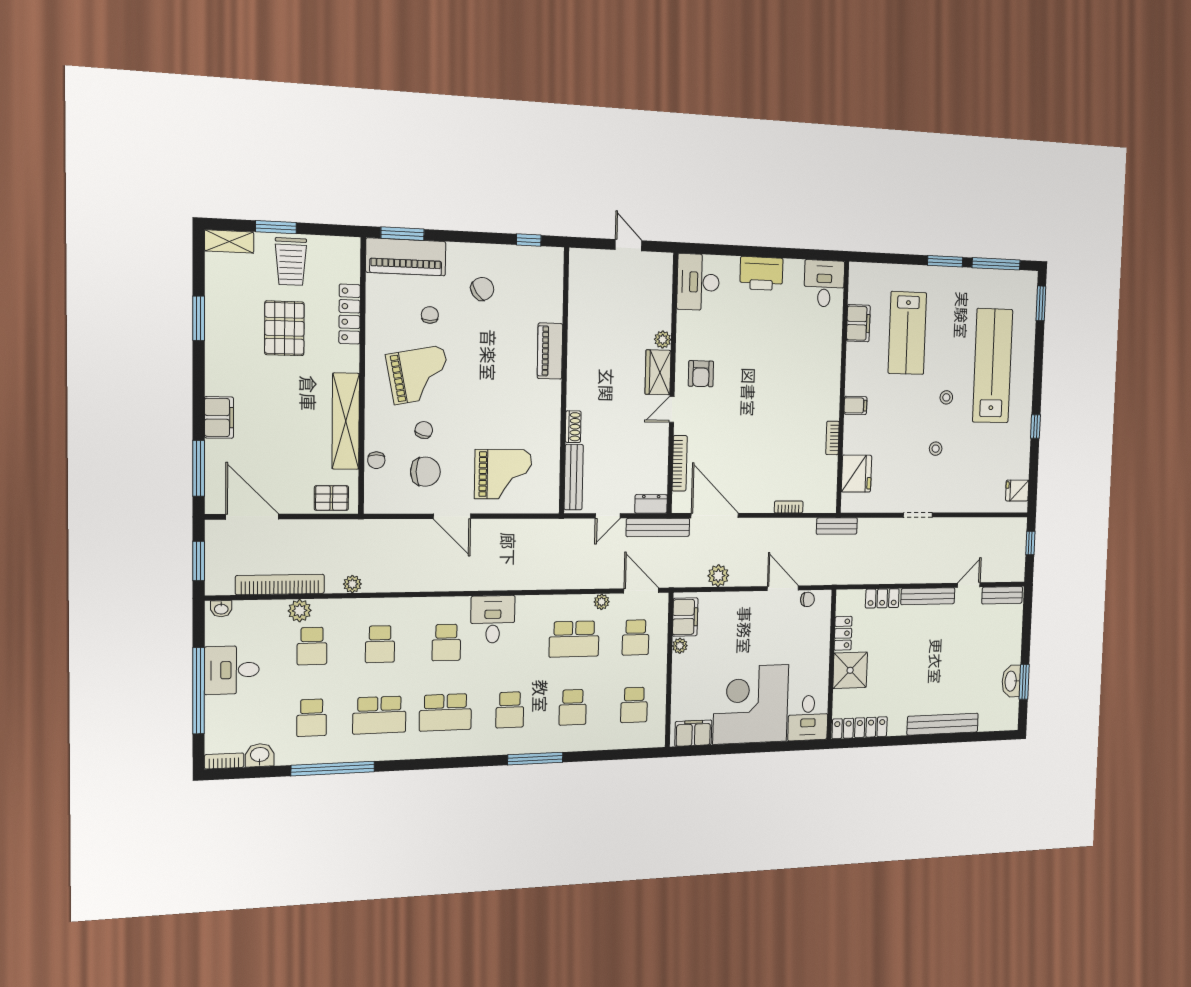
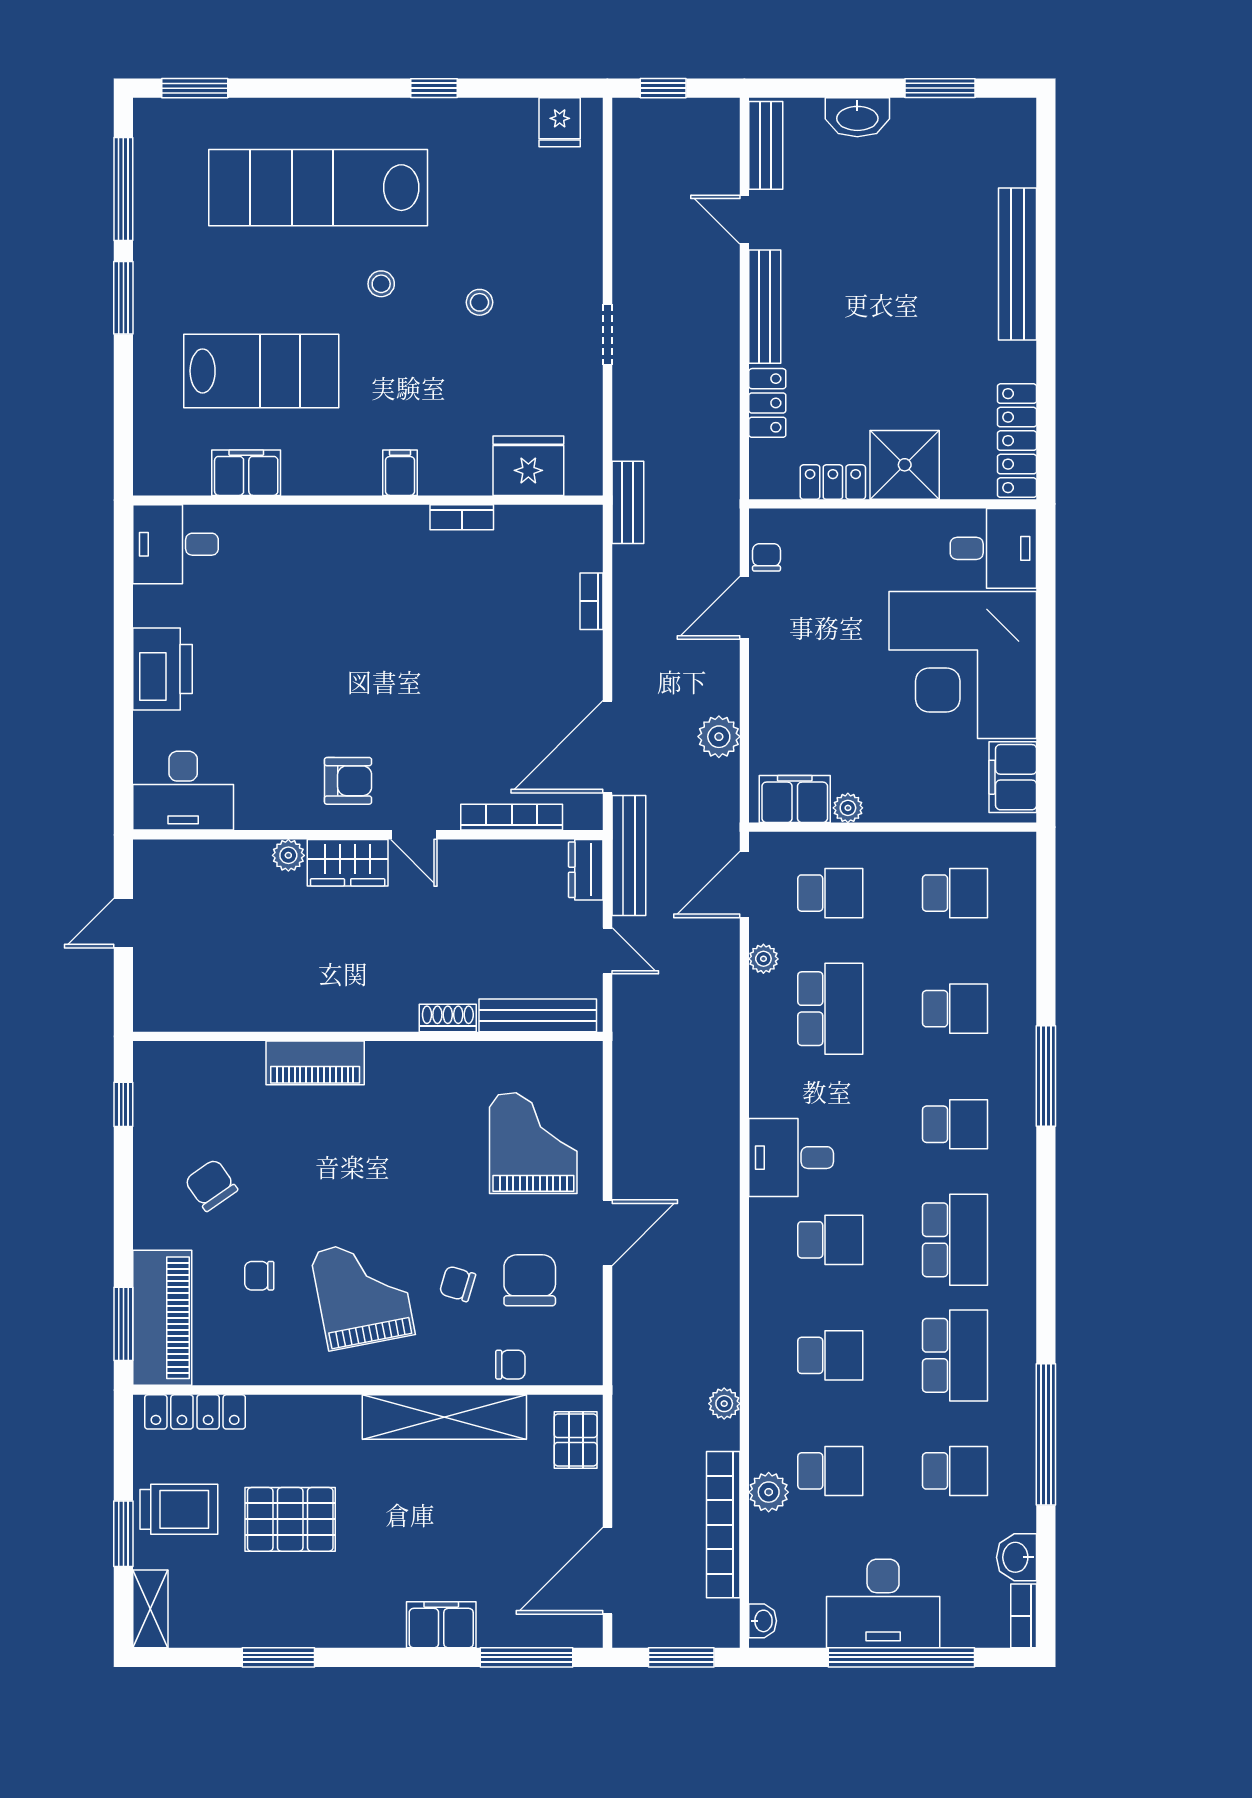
locker: (350, 314) -> (195, 1412), moved
desk: (232, 670) -> (883, 1603), width x1.37
washbasin: (1011, 681) -> (857, 117), moved

